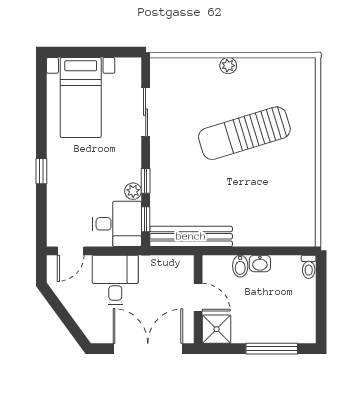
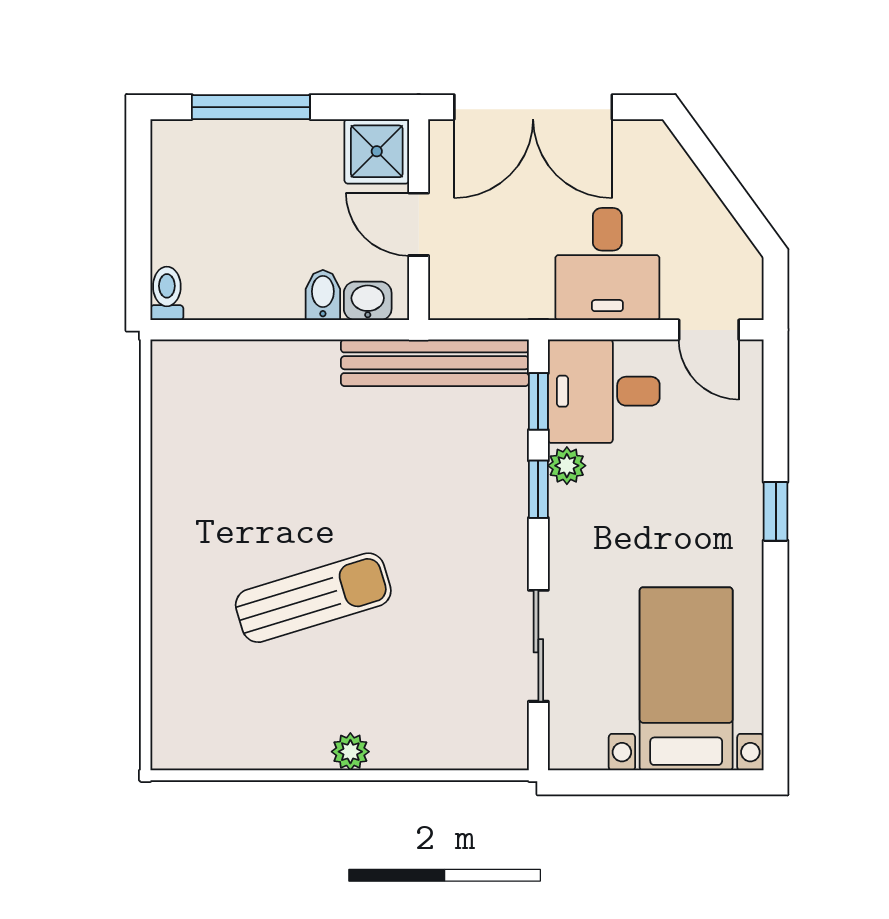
sun lounger: (244, 133) -> (313, 598), width x0.73, depth x0.75
door: (71, 251) -> (709, 330), swing flipped
washbasin: (260, 263) -> (368, 301), moved

